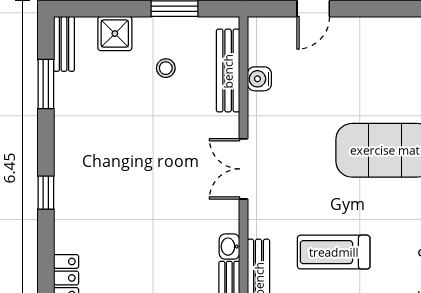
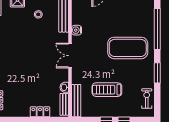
water cooler: (259, 79) -> (77, 30), moved

